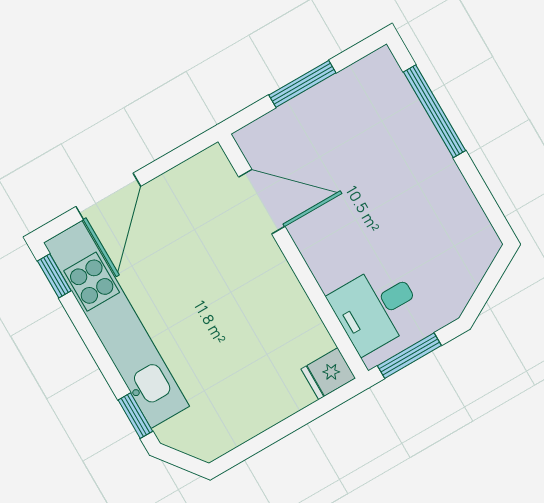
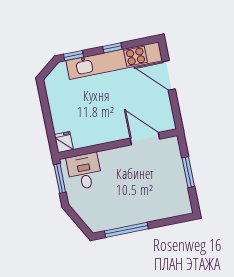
window: (435, 111) -> (126, 230), moved
door: (262, 202) -> (145, 139), swing flipped
window: (54, 276) -> (112, 48), moved

